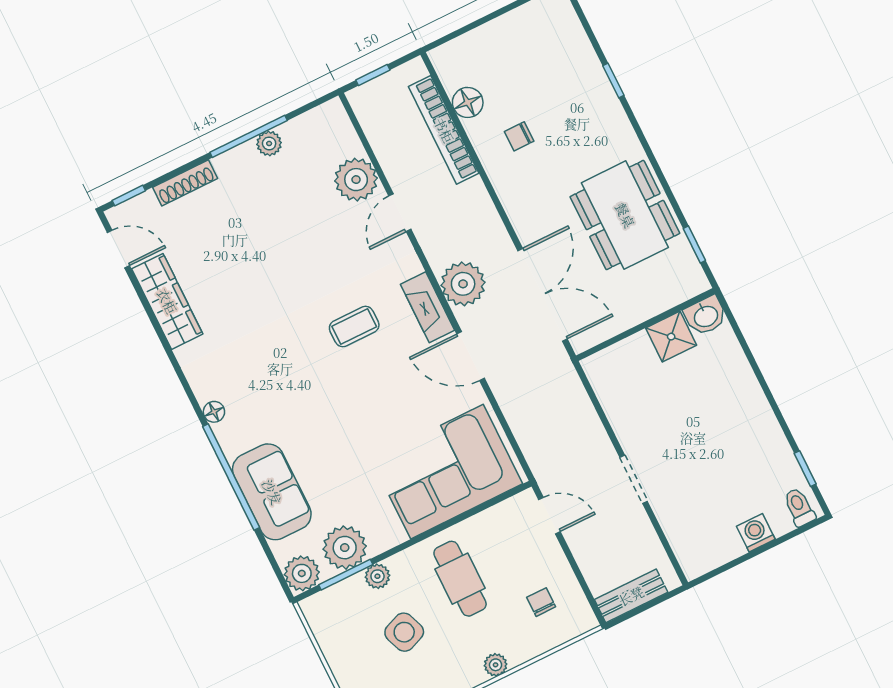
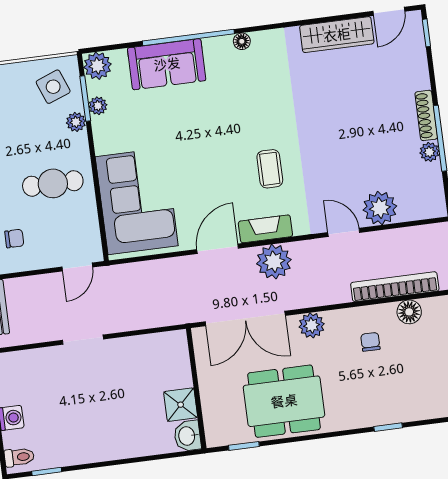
shoe rack: (185, 183) -> (426, 115), moved
plant: (523, 213) -> (312, 325), added
plant: (345, 548) -> (98, 106), width x0.53, depth x0.53
side table: (404, 632) -> (53, 87), moved

